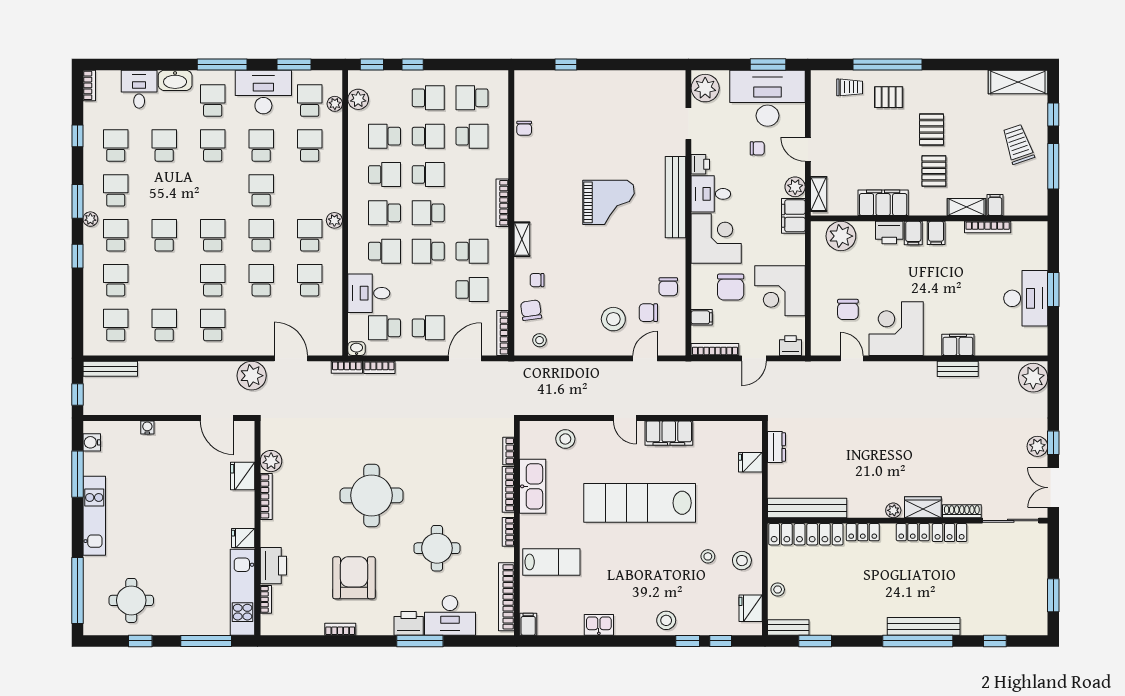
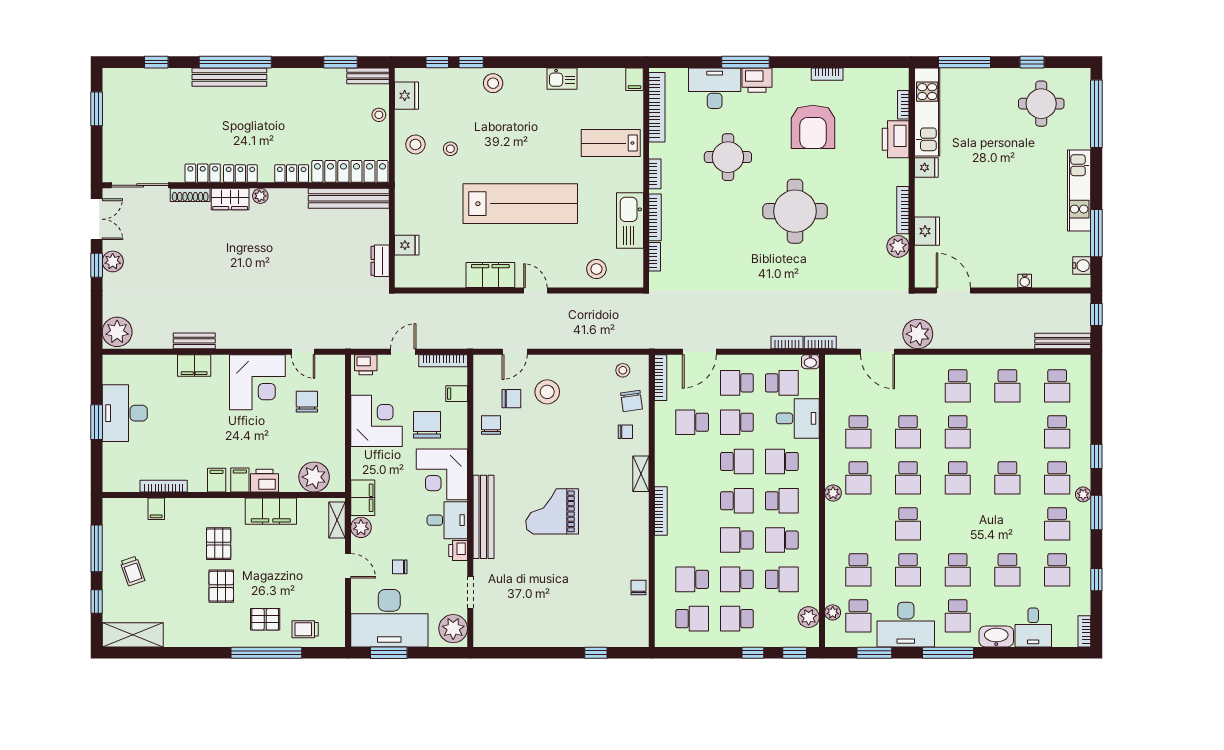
trolley: (1018, 144) -> (132, 571), width x0.73, depth x0.72
shelving: (966, 207) -> (185, 507), removed
school desk: (472, 251) -> (737, 422), moved

